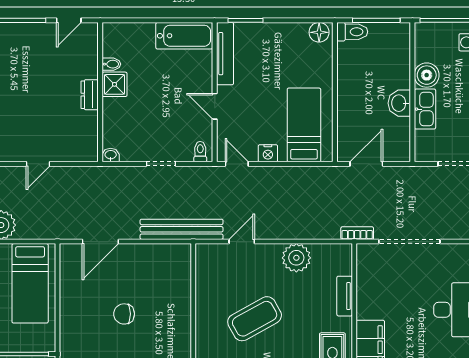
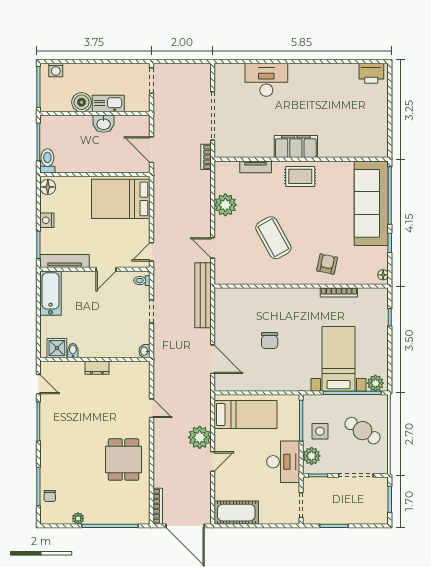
shower: (114, 84) -> (57, 348), moved
bed: (304, 125) -> (121, 199), width x1.50
nightstand: (268, 153) -> (47, 220), moved, turned 180

